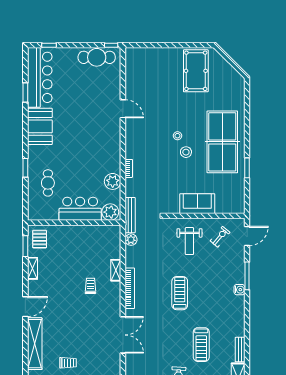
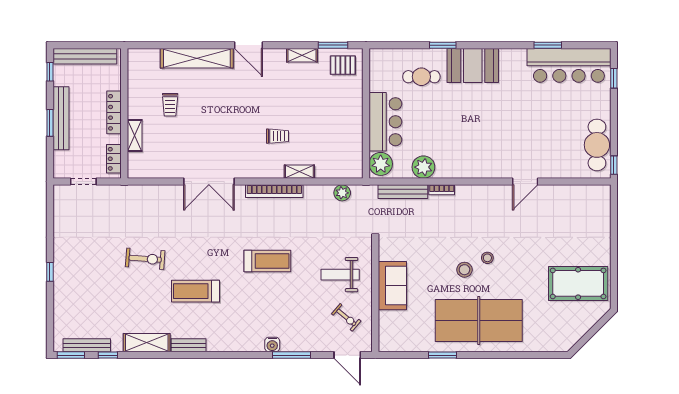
booth: (40, 126) -> (473, 65), moved
bench: (130, 215) -> (403, 192), moved

